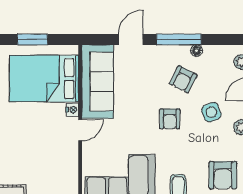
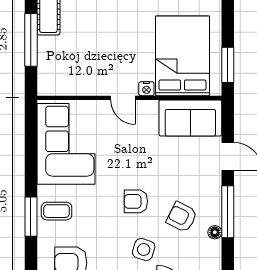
window: (32, 39) -> (228, 65), moved
sofa: (98, 82) -> (190, 118), width x0.73
side table: (211, 112) -> (144, 249), turned 38

